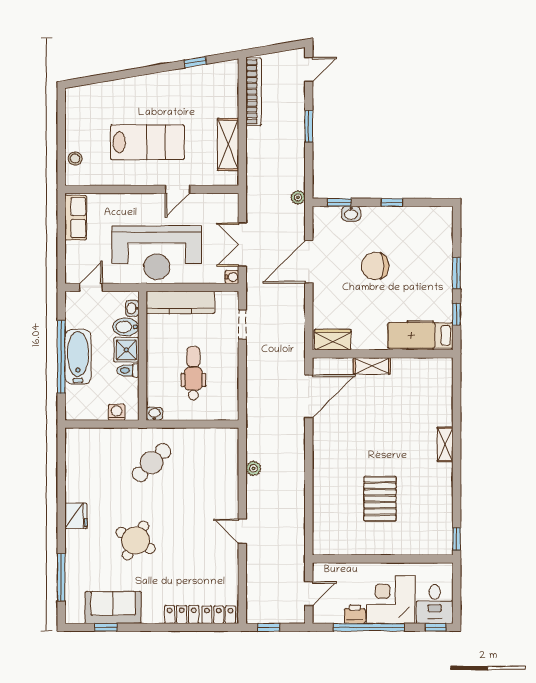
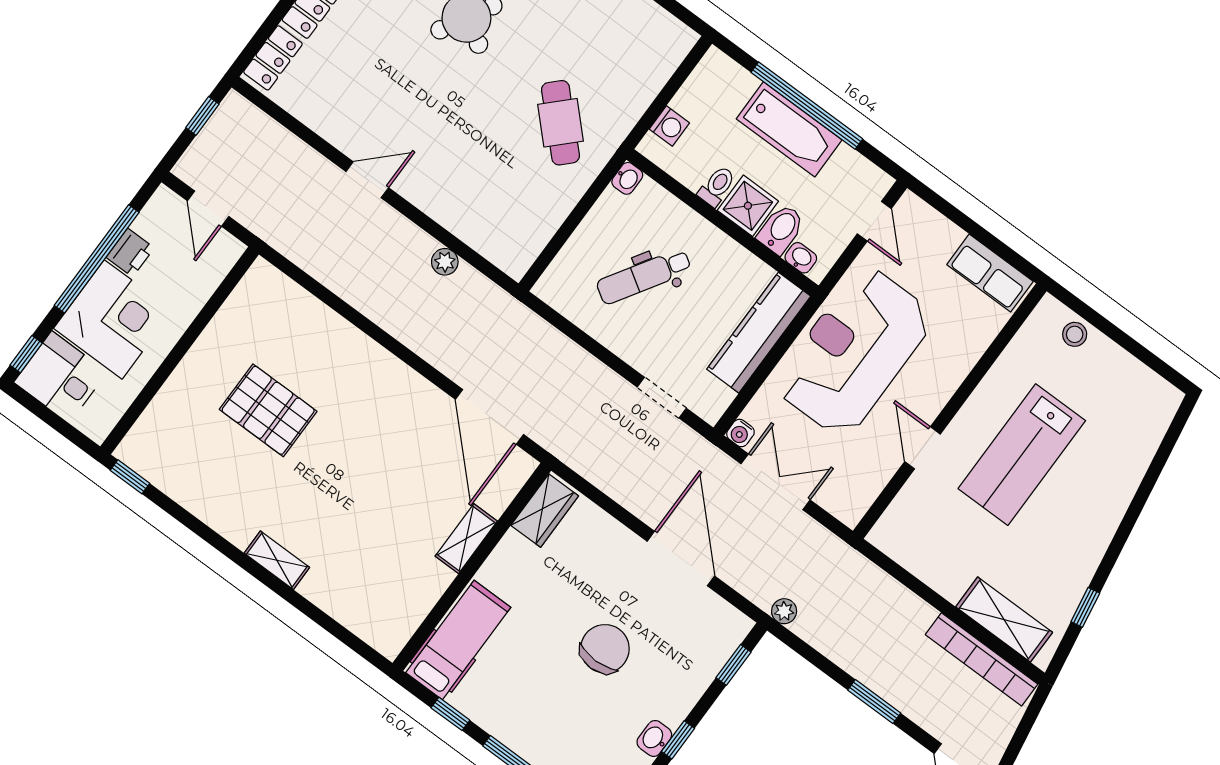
shelving: (228, 144) -> (1004, 620), moved
washbasin: (351, 214) -> (654, 738), moved
dental chair: (193, 373) -> (644, 276), turned 122

